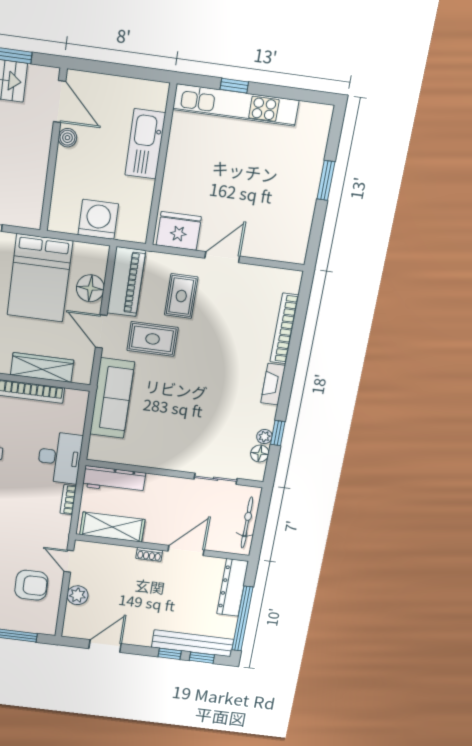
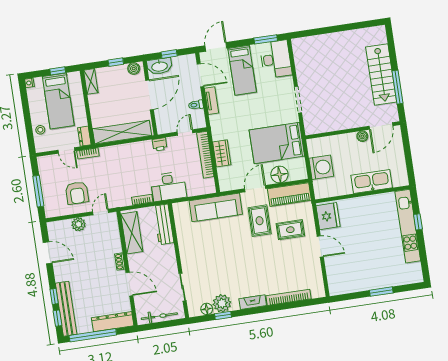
wardrobe: (42, 368) -> (222, 153), width x0.67
plant: (264, 437) -> (222, 303), width x1.88, depth x1.88

